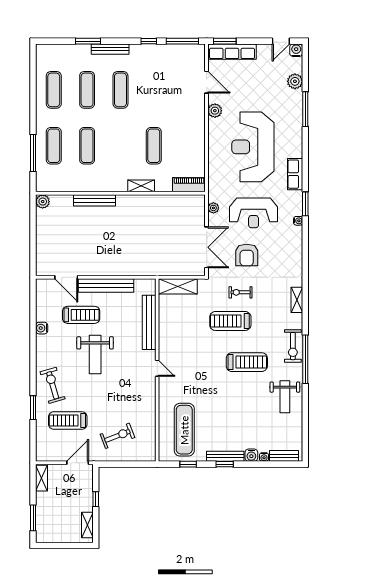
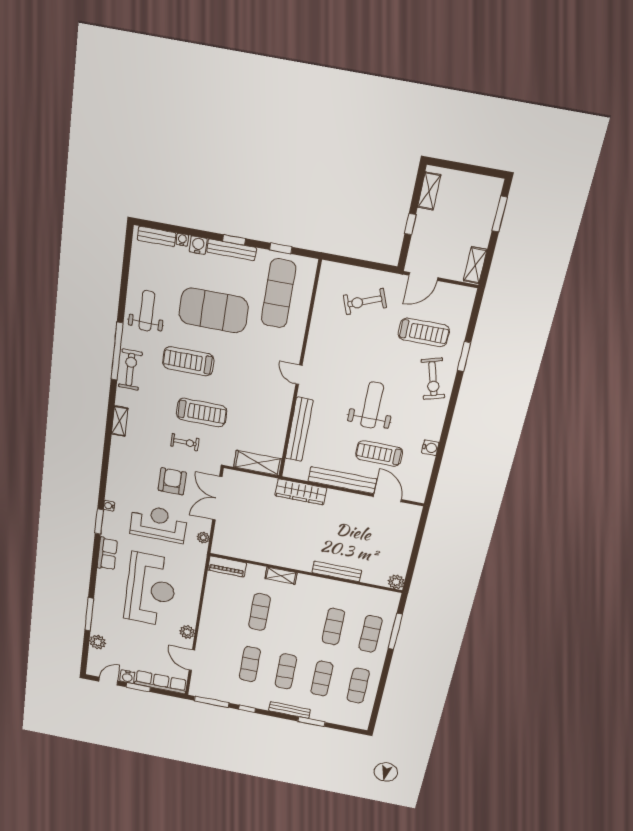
window: (225, 41) -> (138, 687), moved
water cooler: (296, 50) -> (127, 677), moved
exercise mat: (154, 90) -> (250, 664), added
wardrobe: (138, 268) -> (301, 492), added
exercise mat: (232, 407) -> (214, 311), added

